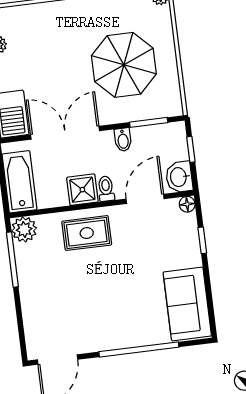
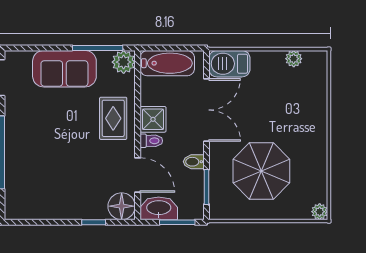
window: (191, 149) -> (177, 222), width x1.50
washbasin: (179, 177) -> (159, 208), width x1.38
floor lamp: (187, 204) -> (122, 206), width x1.89, depth x1.89
sofa: (187, 304) -> (64, 69), moved, turned 180

